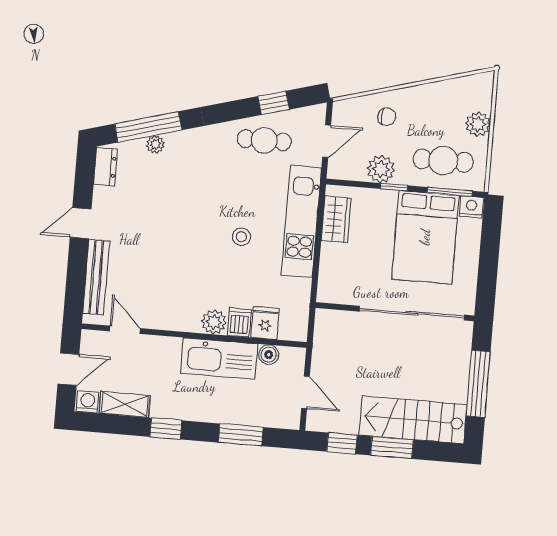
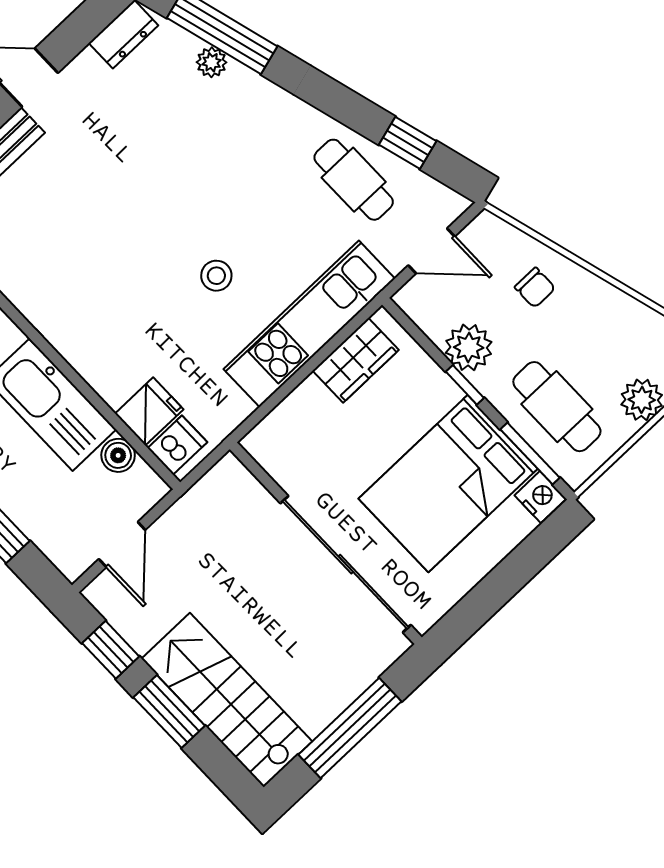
plant: (214, 322) -> (86, 352), removed
dishwasher: (239, 322) -> (177, 445), moved

